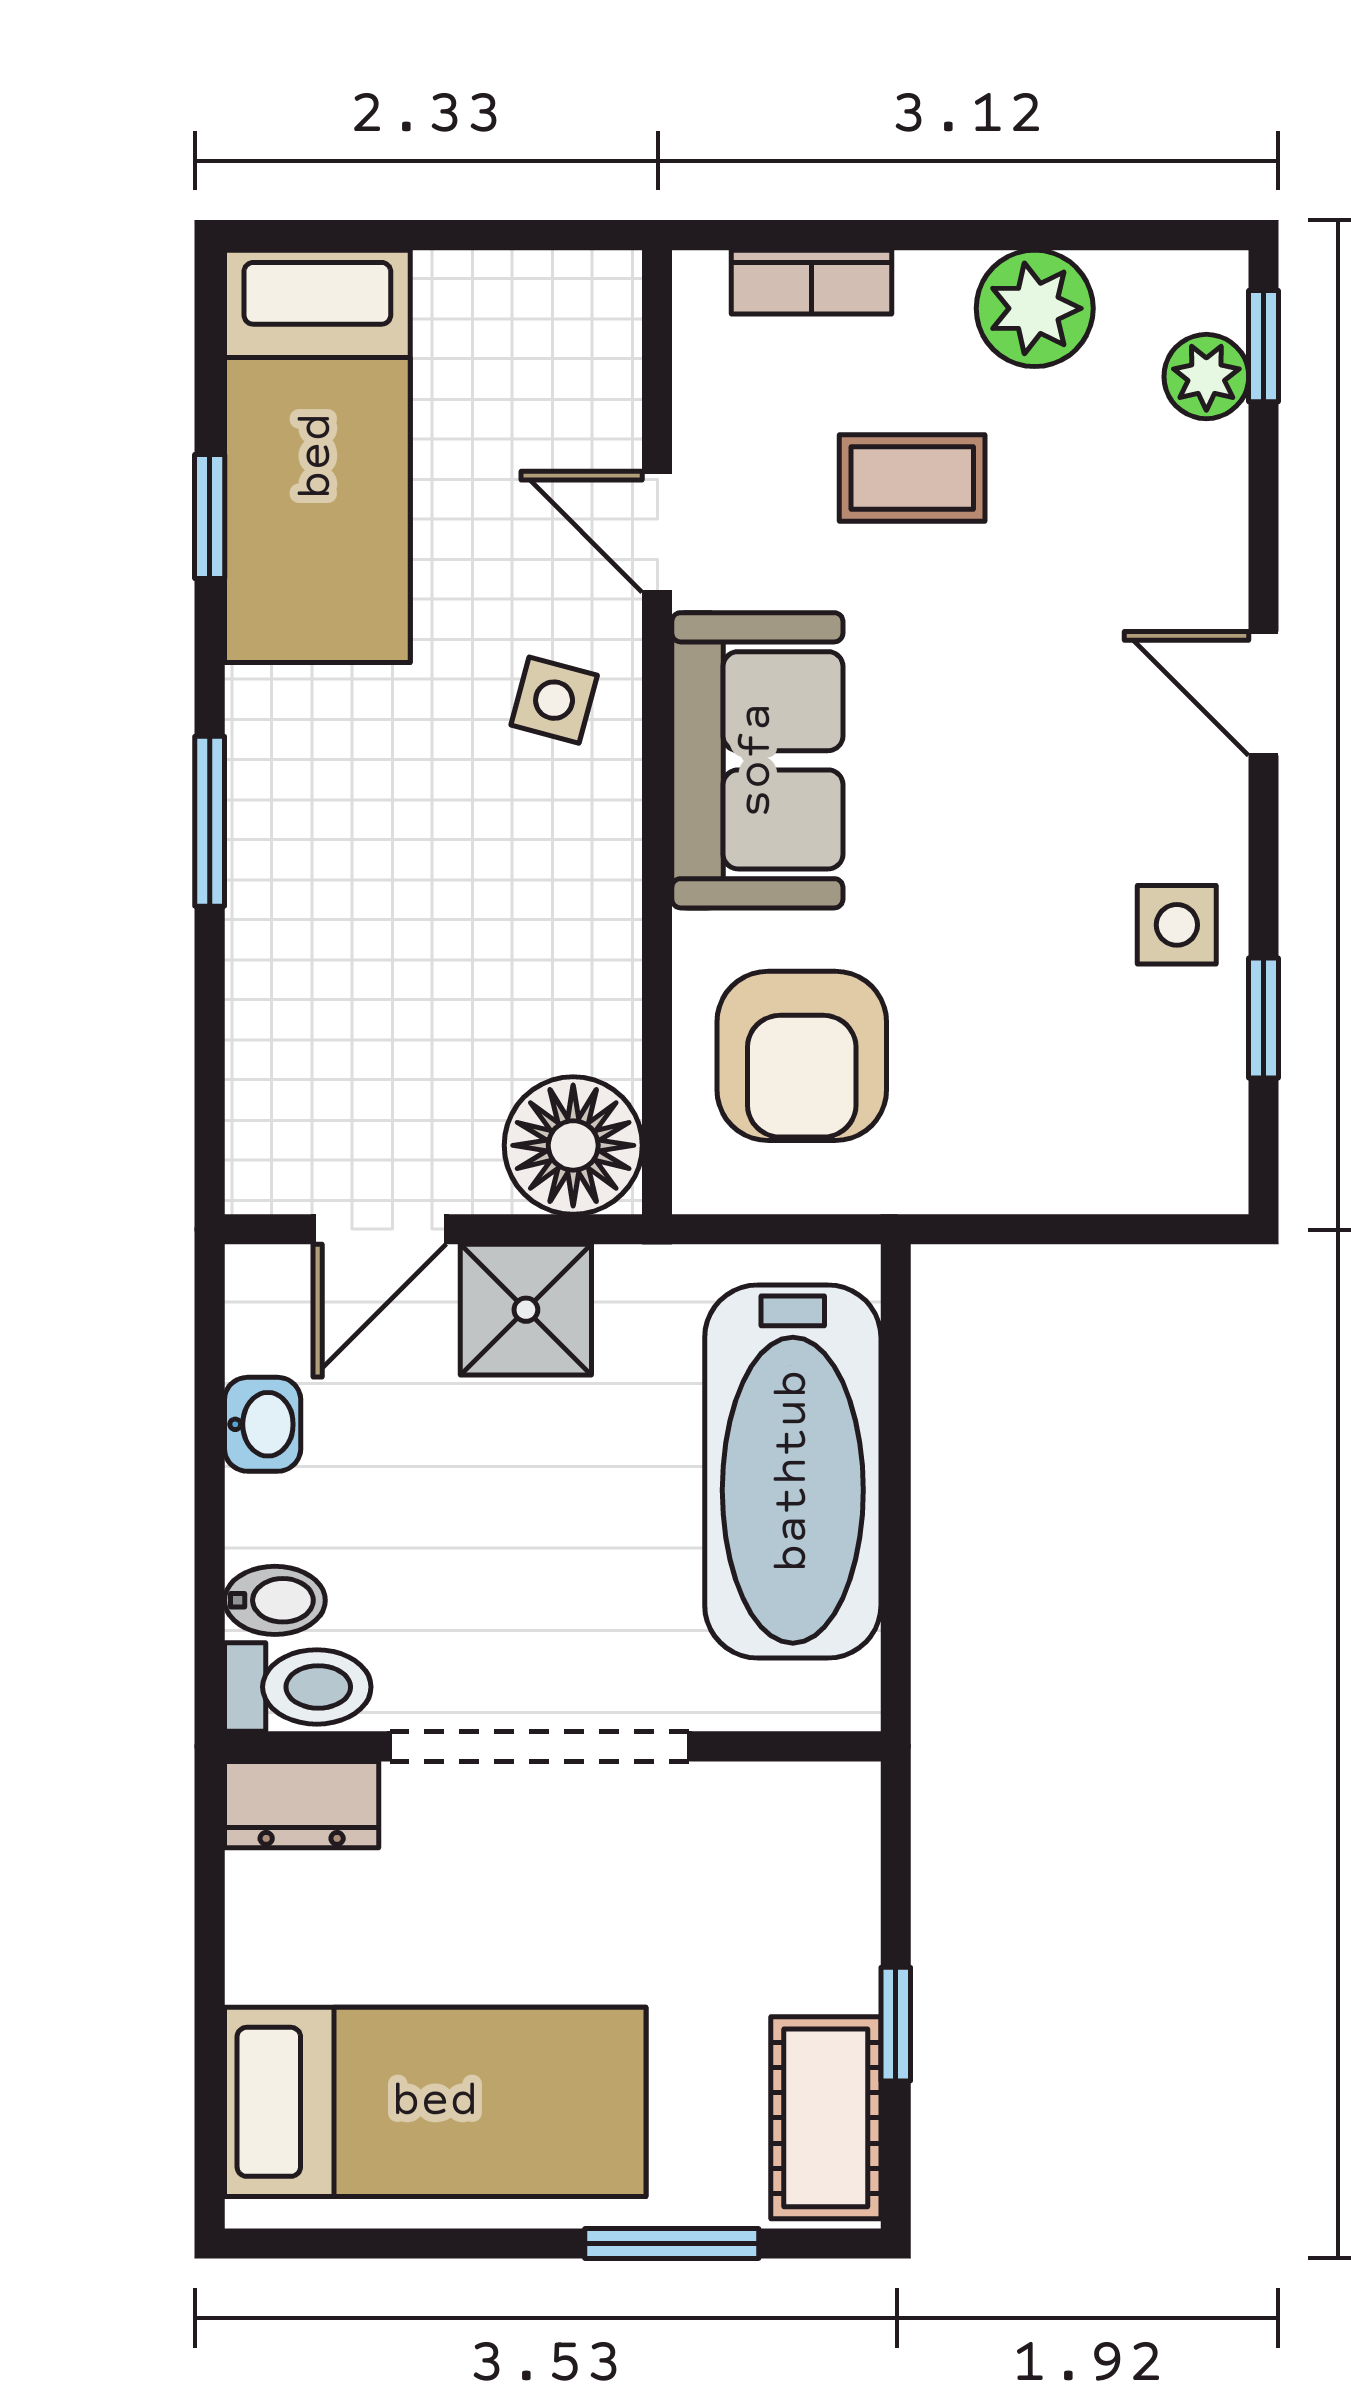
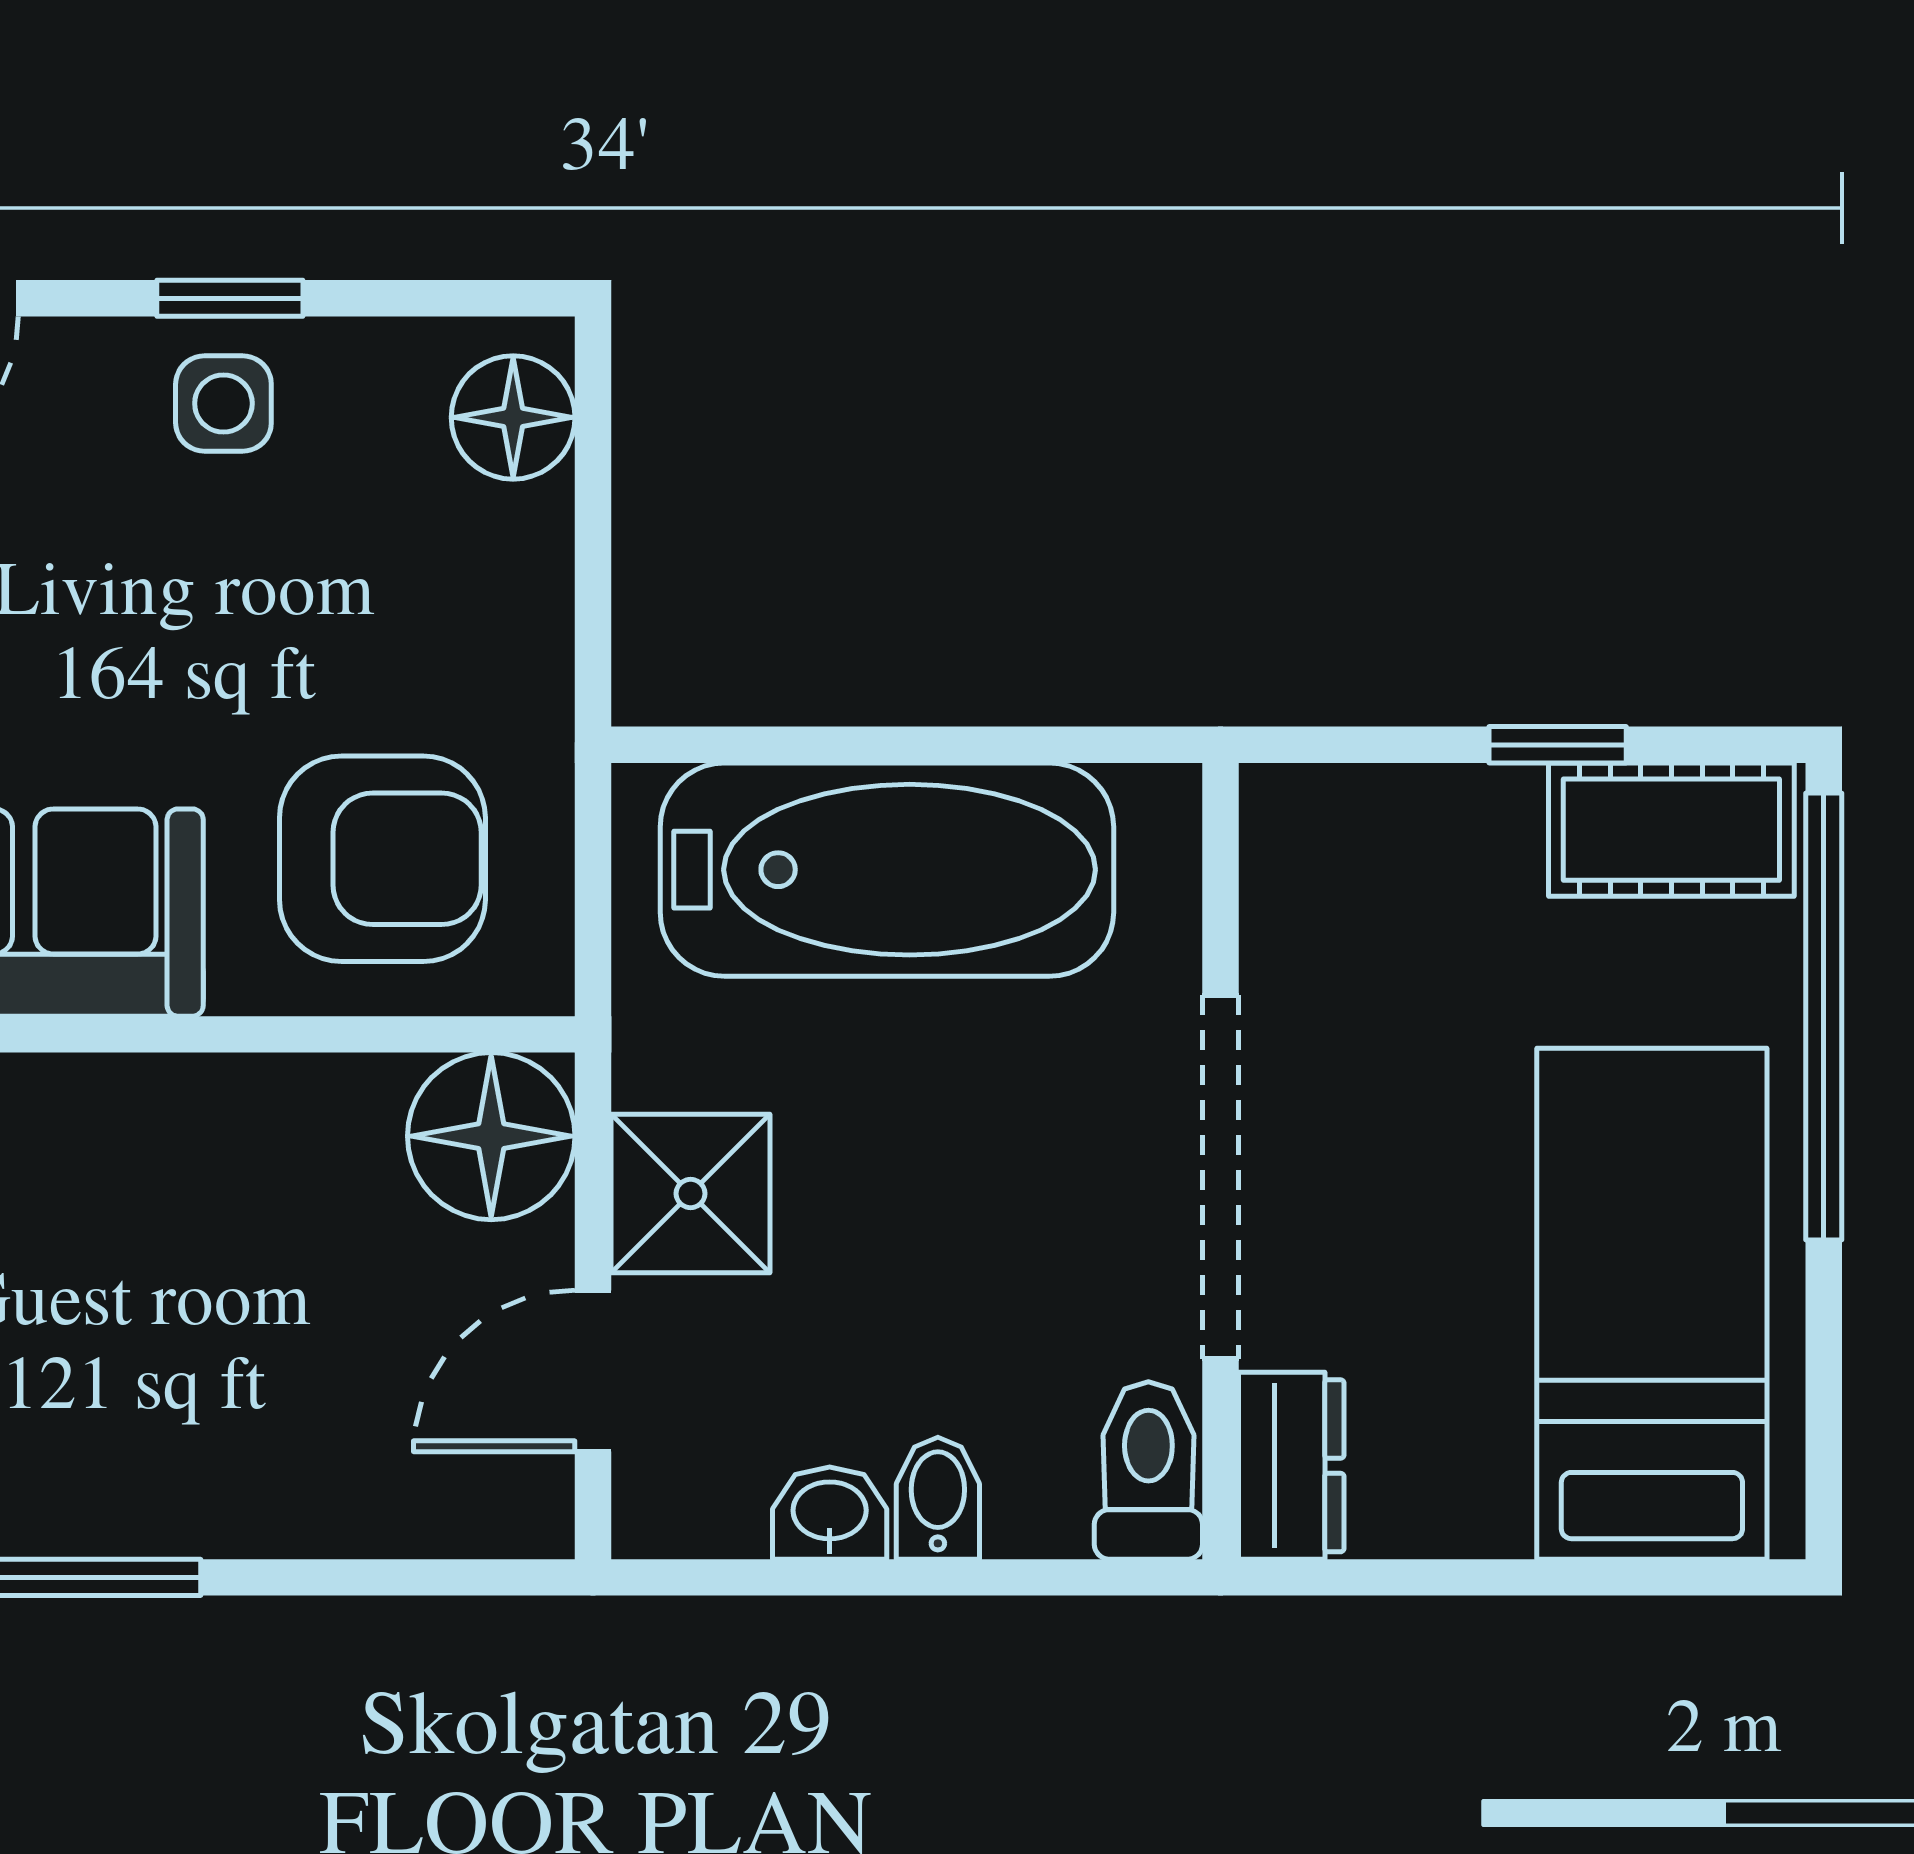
window: (1264, 1018) -> (230, 298), moved
floor lamp: (1165, 1163) -> (513, 417), added
door: (380, 1229) -> (593, 1371), swing flipped
bidet: (275, 1600) -> (938, 1498), moved
window: (672, 2243) -> (1824, 1017), width x2.11

